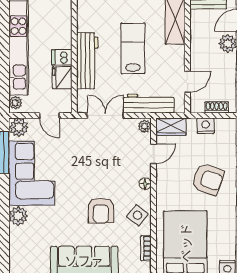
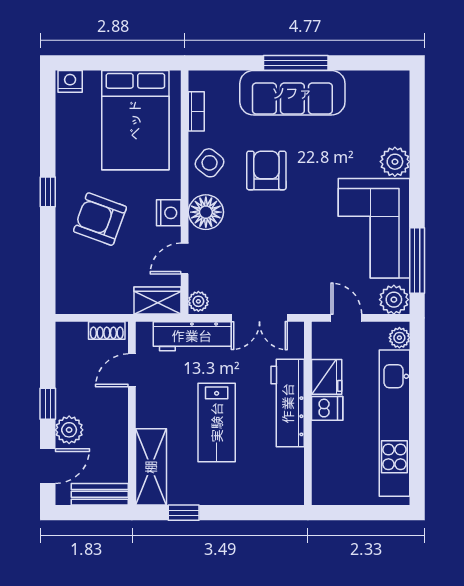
shoe rack: (217, 107) -> (107, 331), moved
nightstand: (206, 126) -> (169, 213), moved, turned -90
floor lamp: (145, 184) -> (206, 212), width x1.89, depth x1.89

